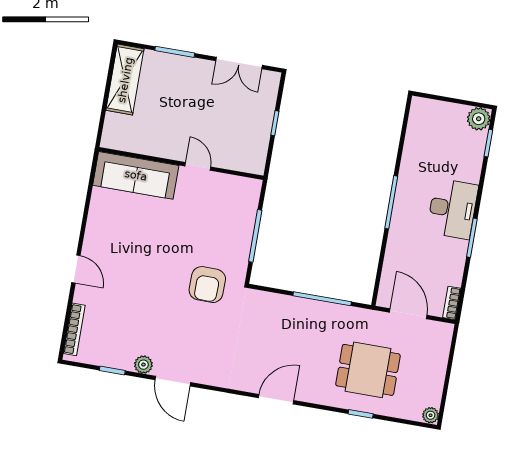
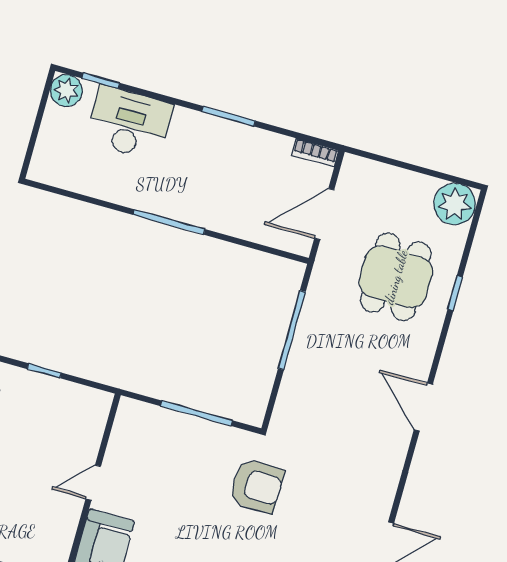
desk: (452, 209) -> (129, 123), moved
plant: (431, 415) -> (455, 204), width x1.88, depth x1.88

